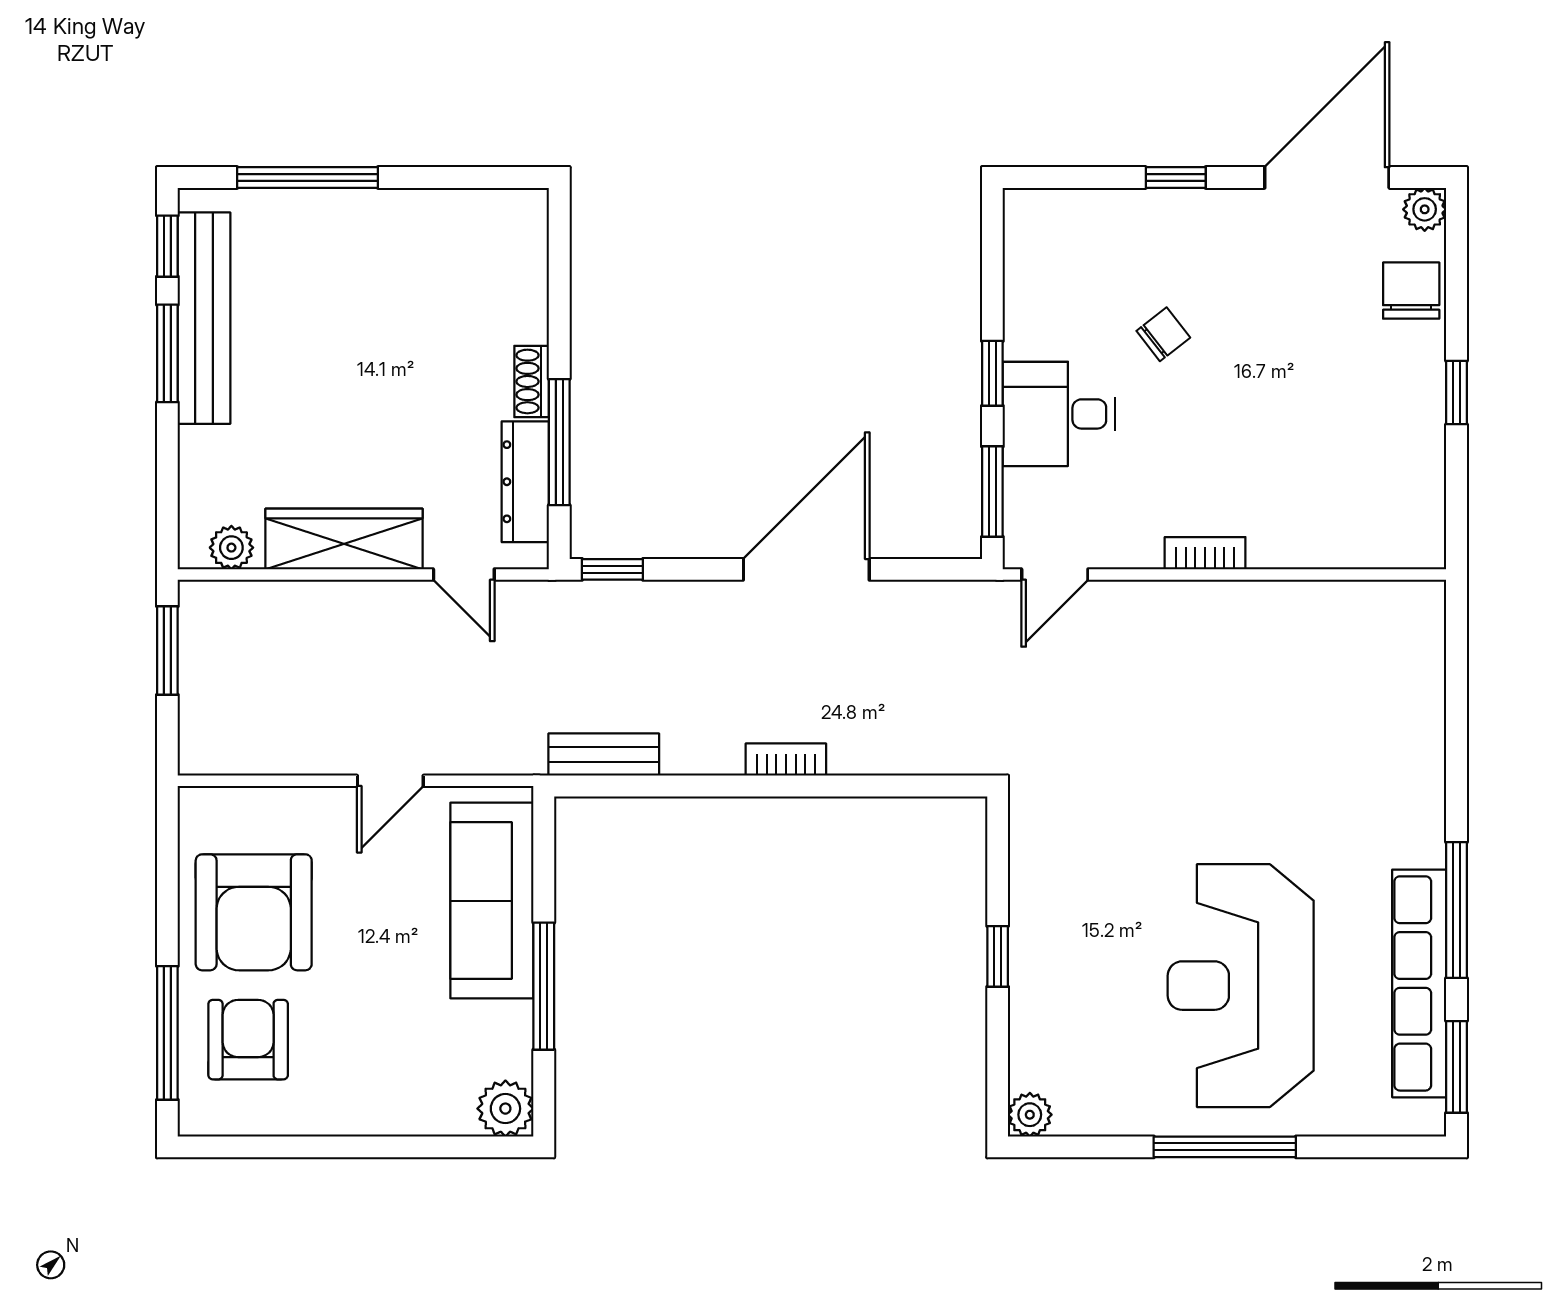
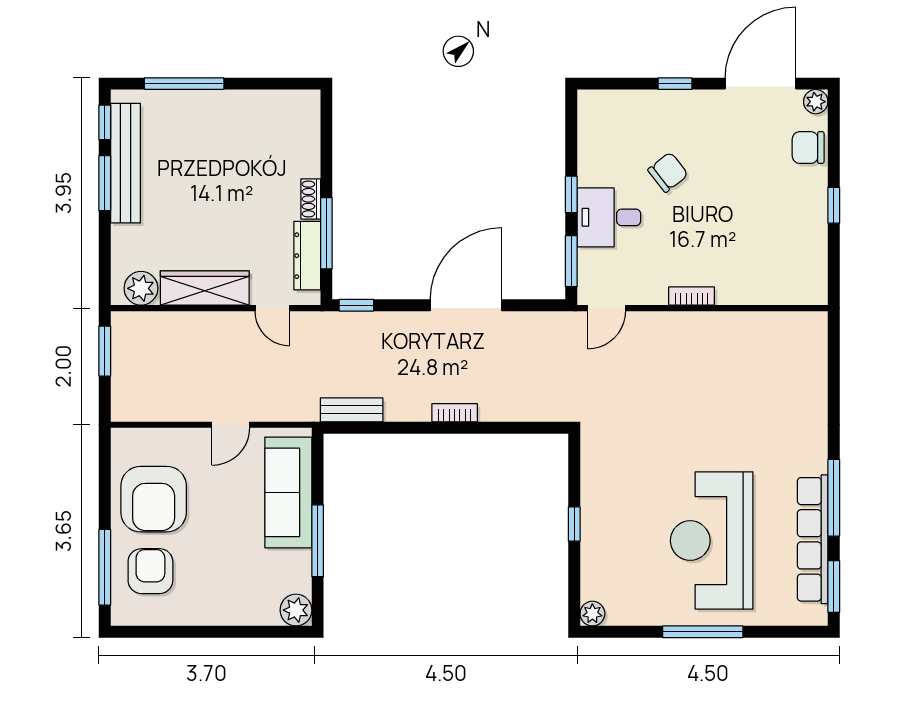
chair: (1411, 291) -> (808, 148), turned -90
chair: (1163, 334) -> (668, 172), width x1.37, depth x1.37
plant: (231, 548) -> (141, 288), width x1.38, depth x1.38

